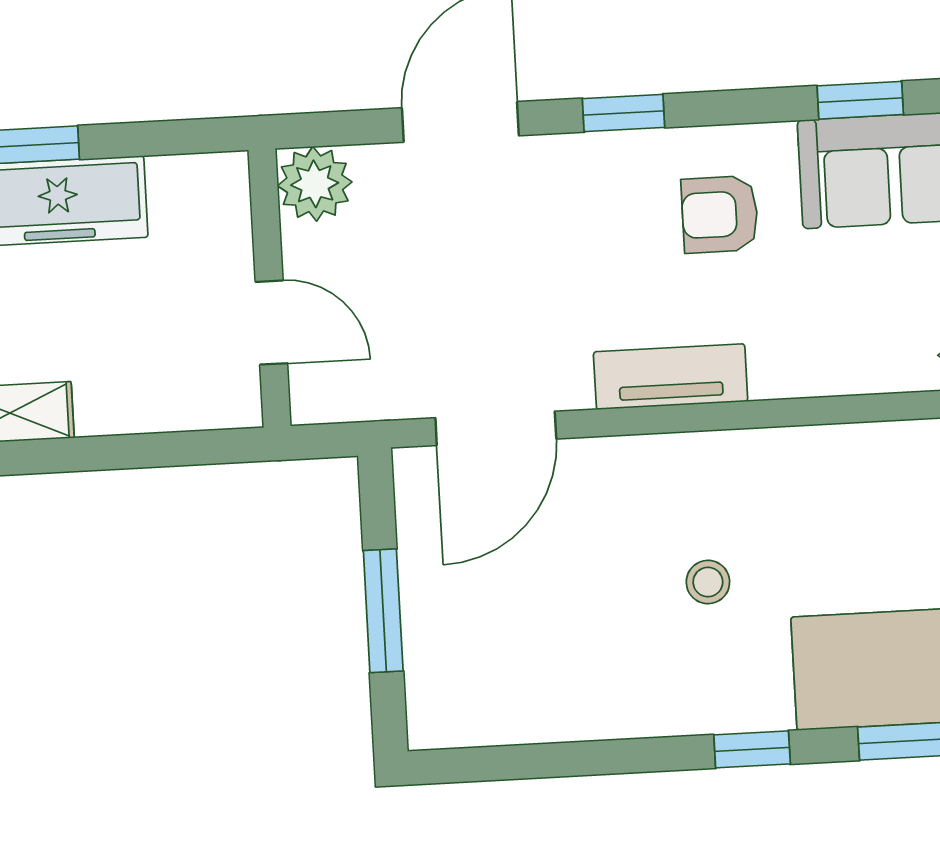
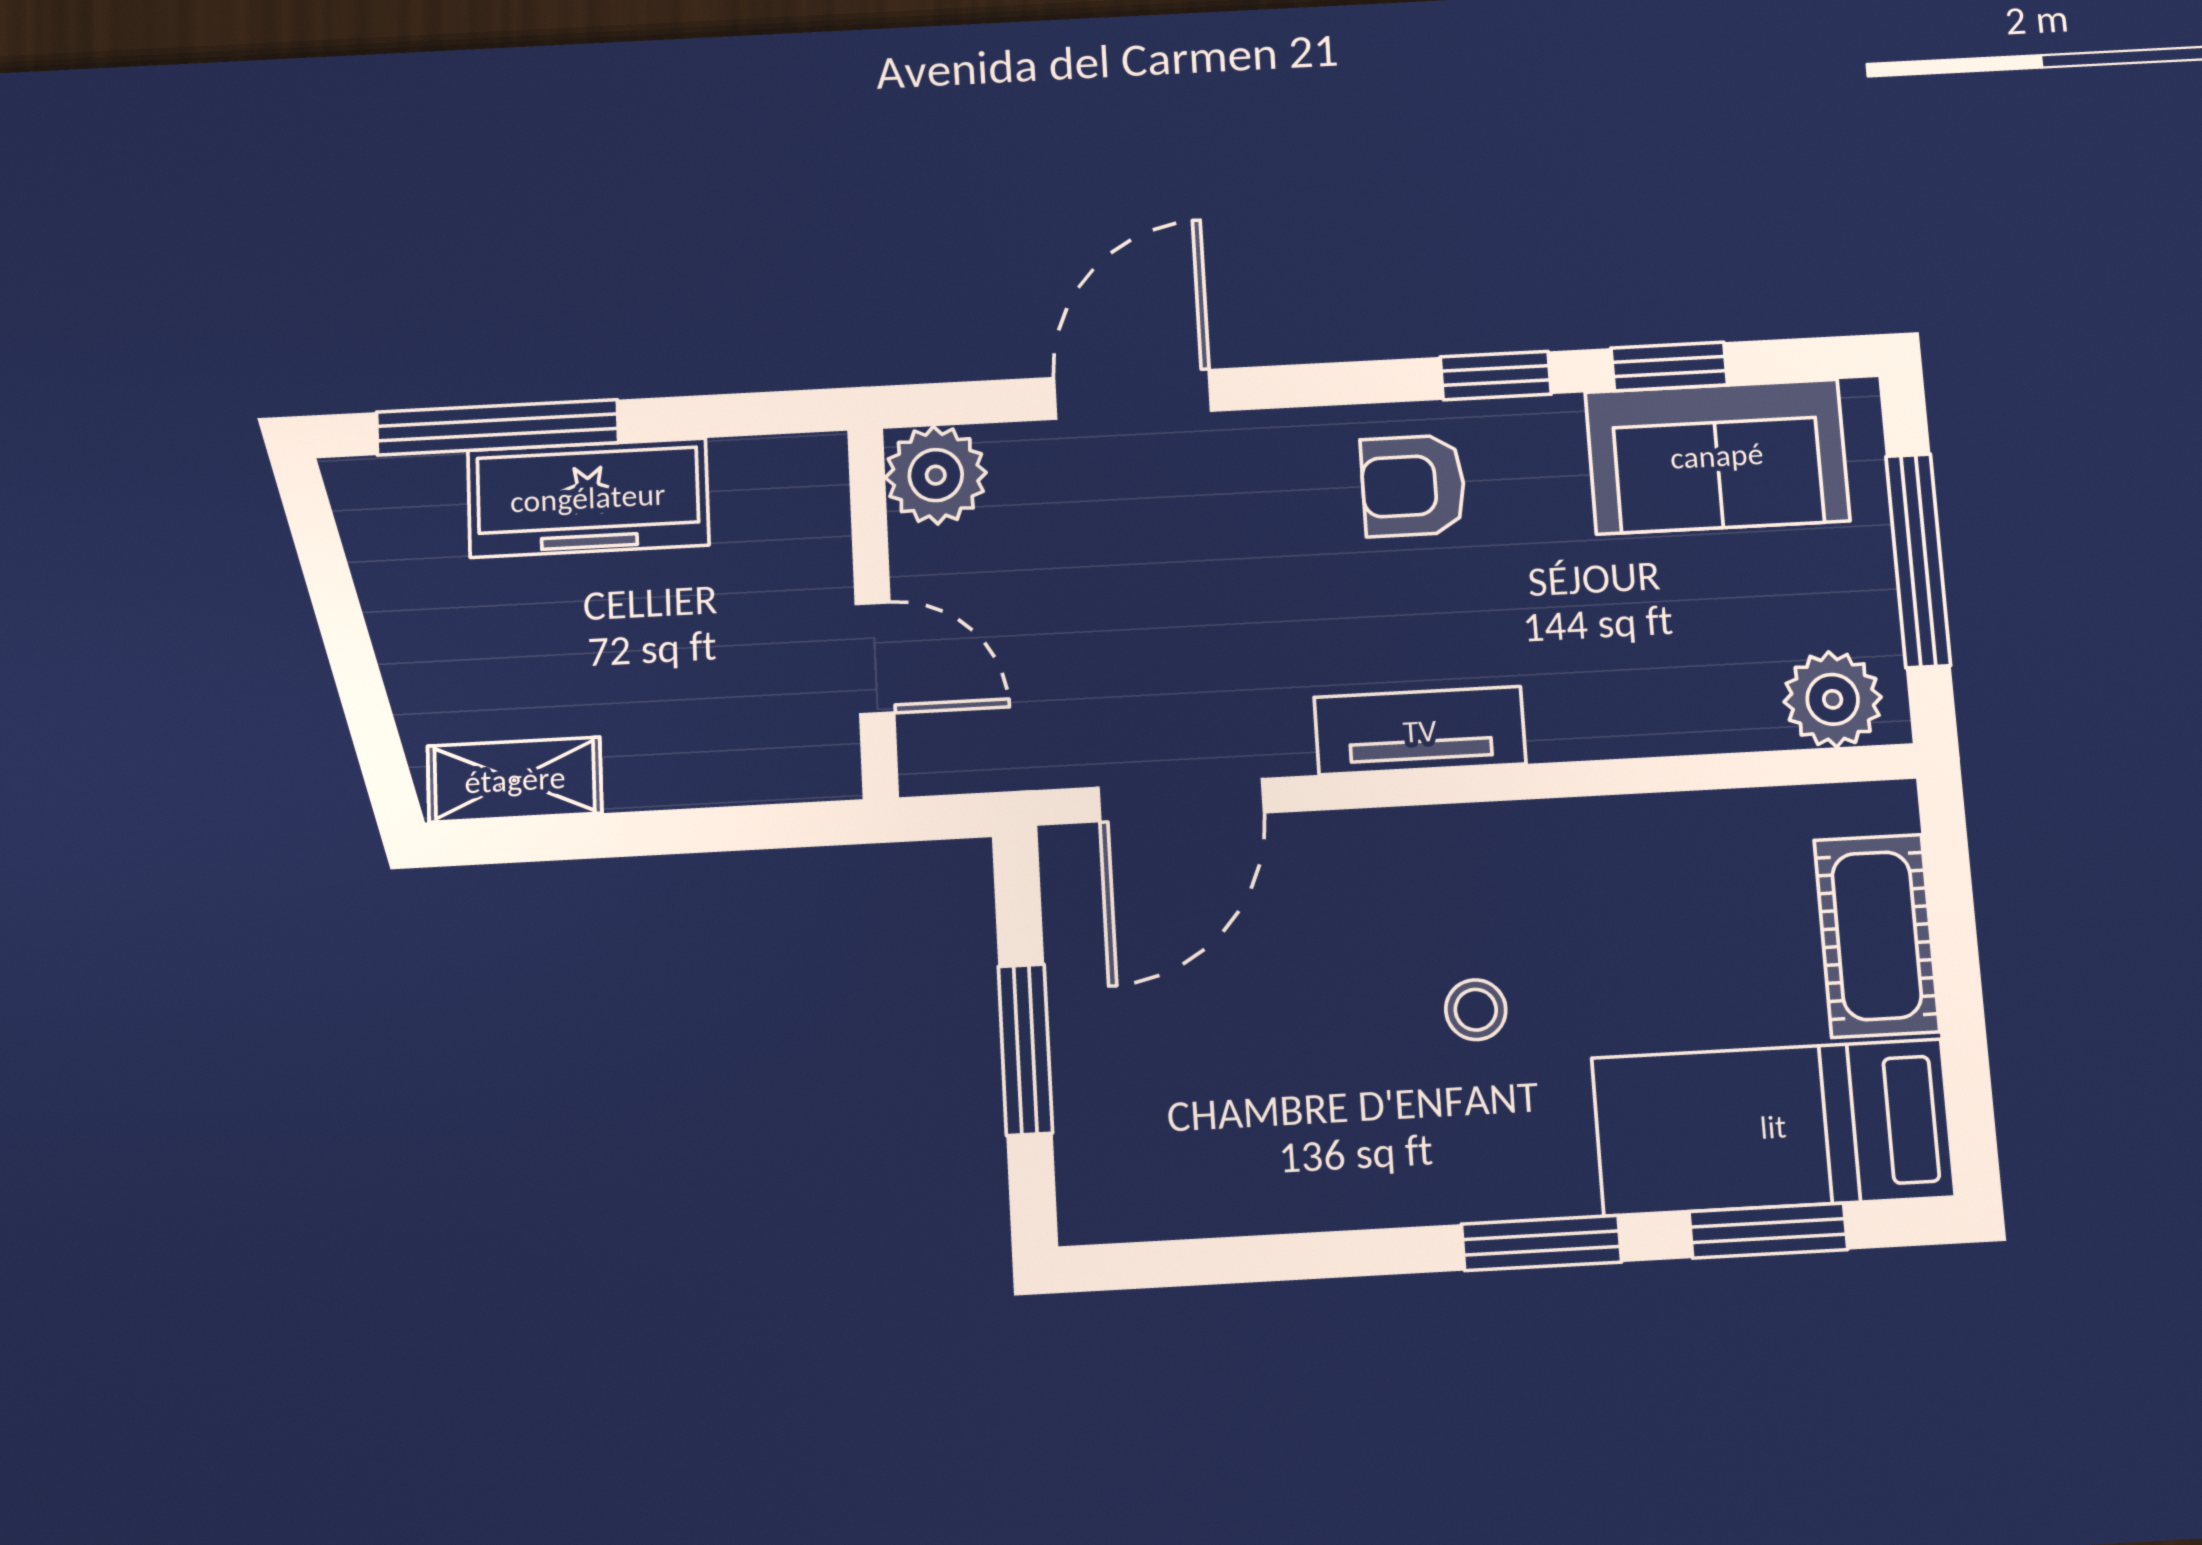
window: (624, 113) -> (1496, 376), moved
armchair: (720, 214) -> (1413, 486), moved
window: (752, 749) -> (1541, 1243), width x1.50

